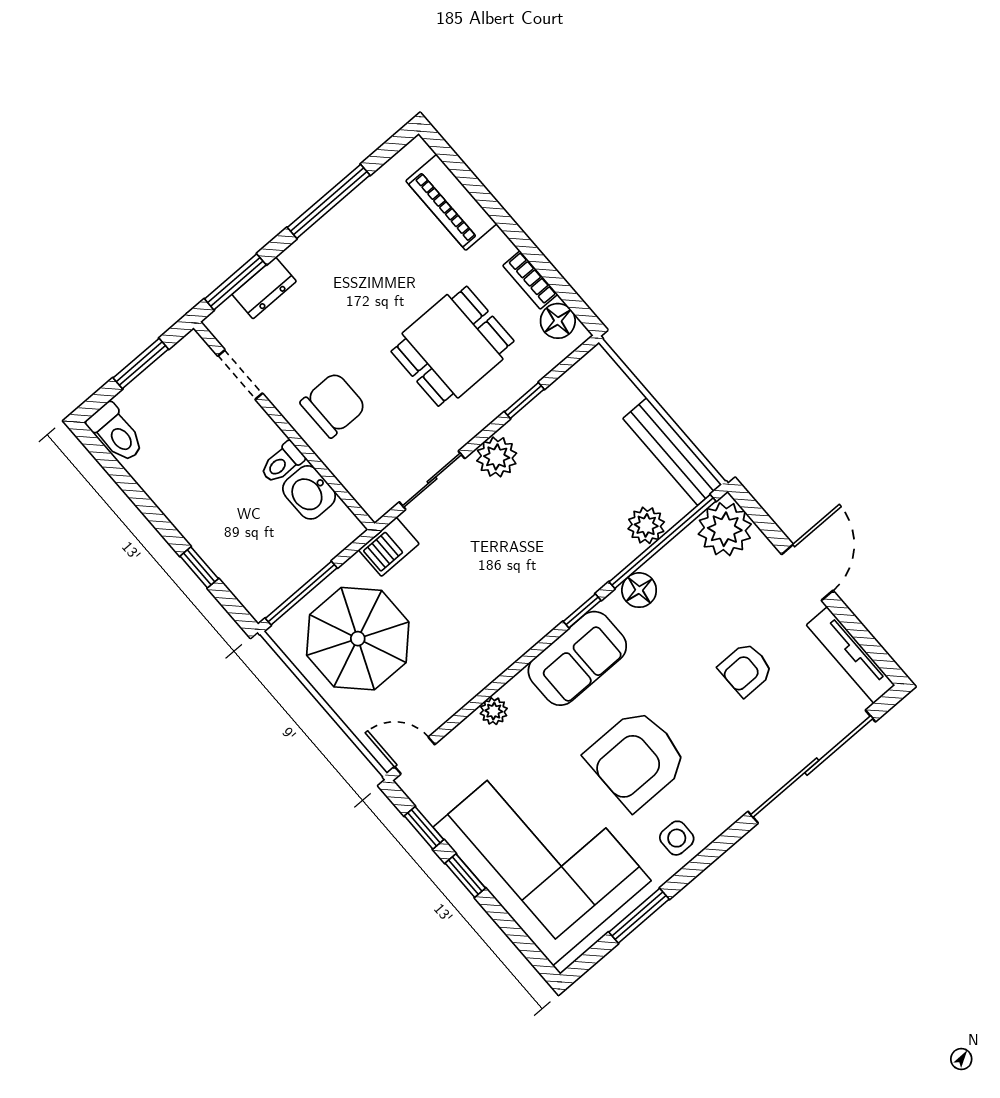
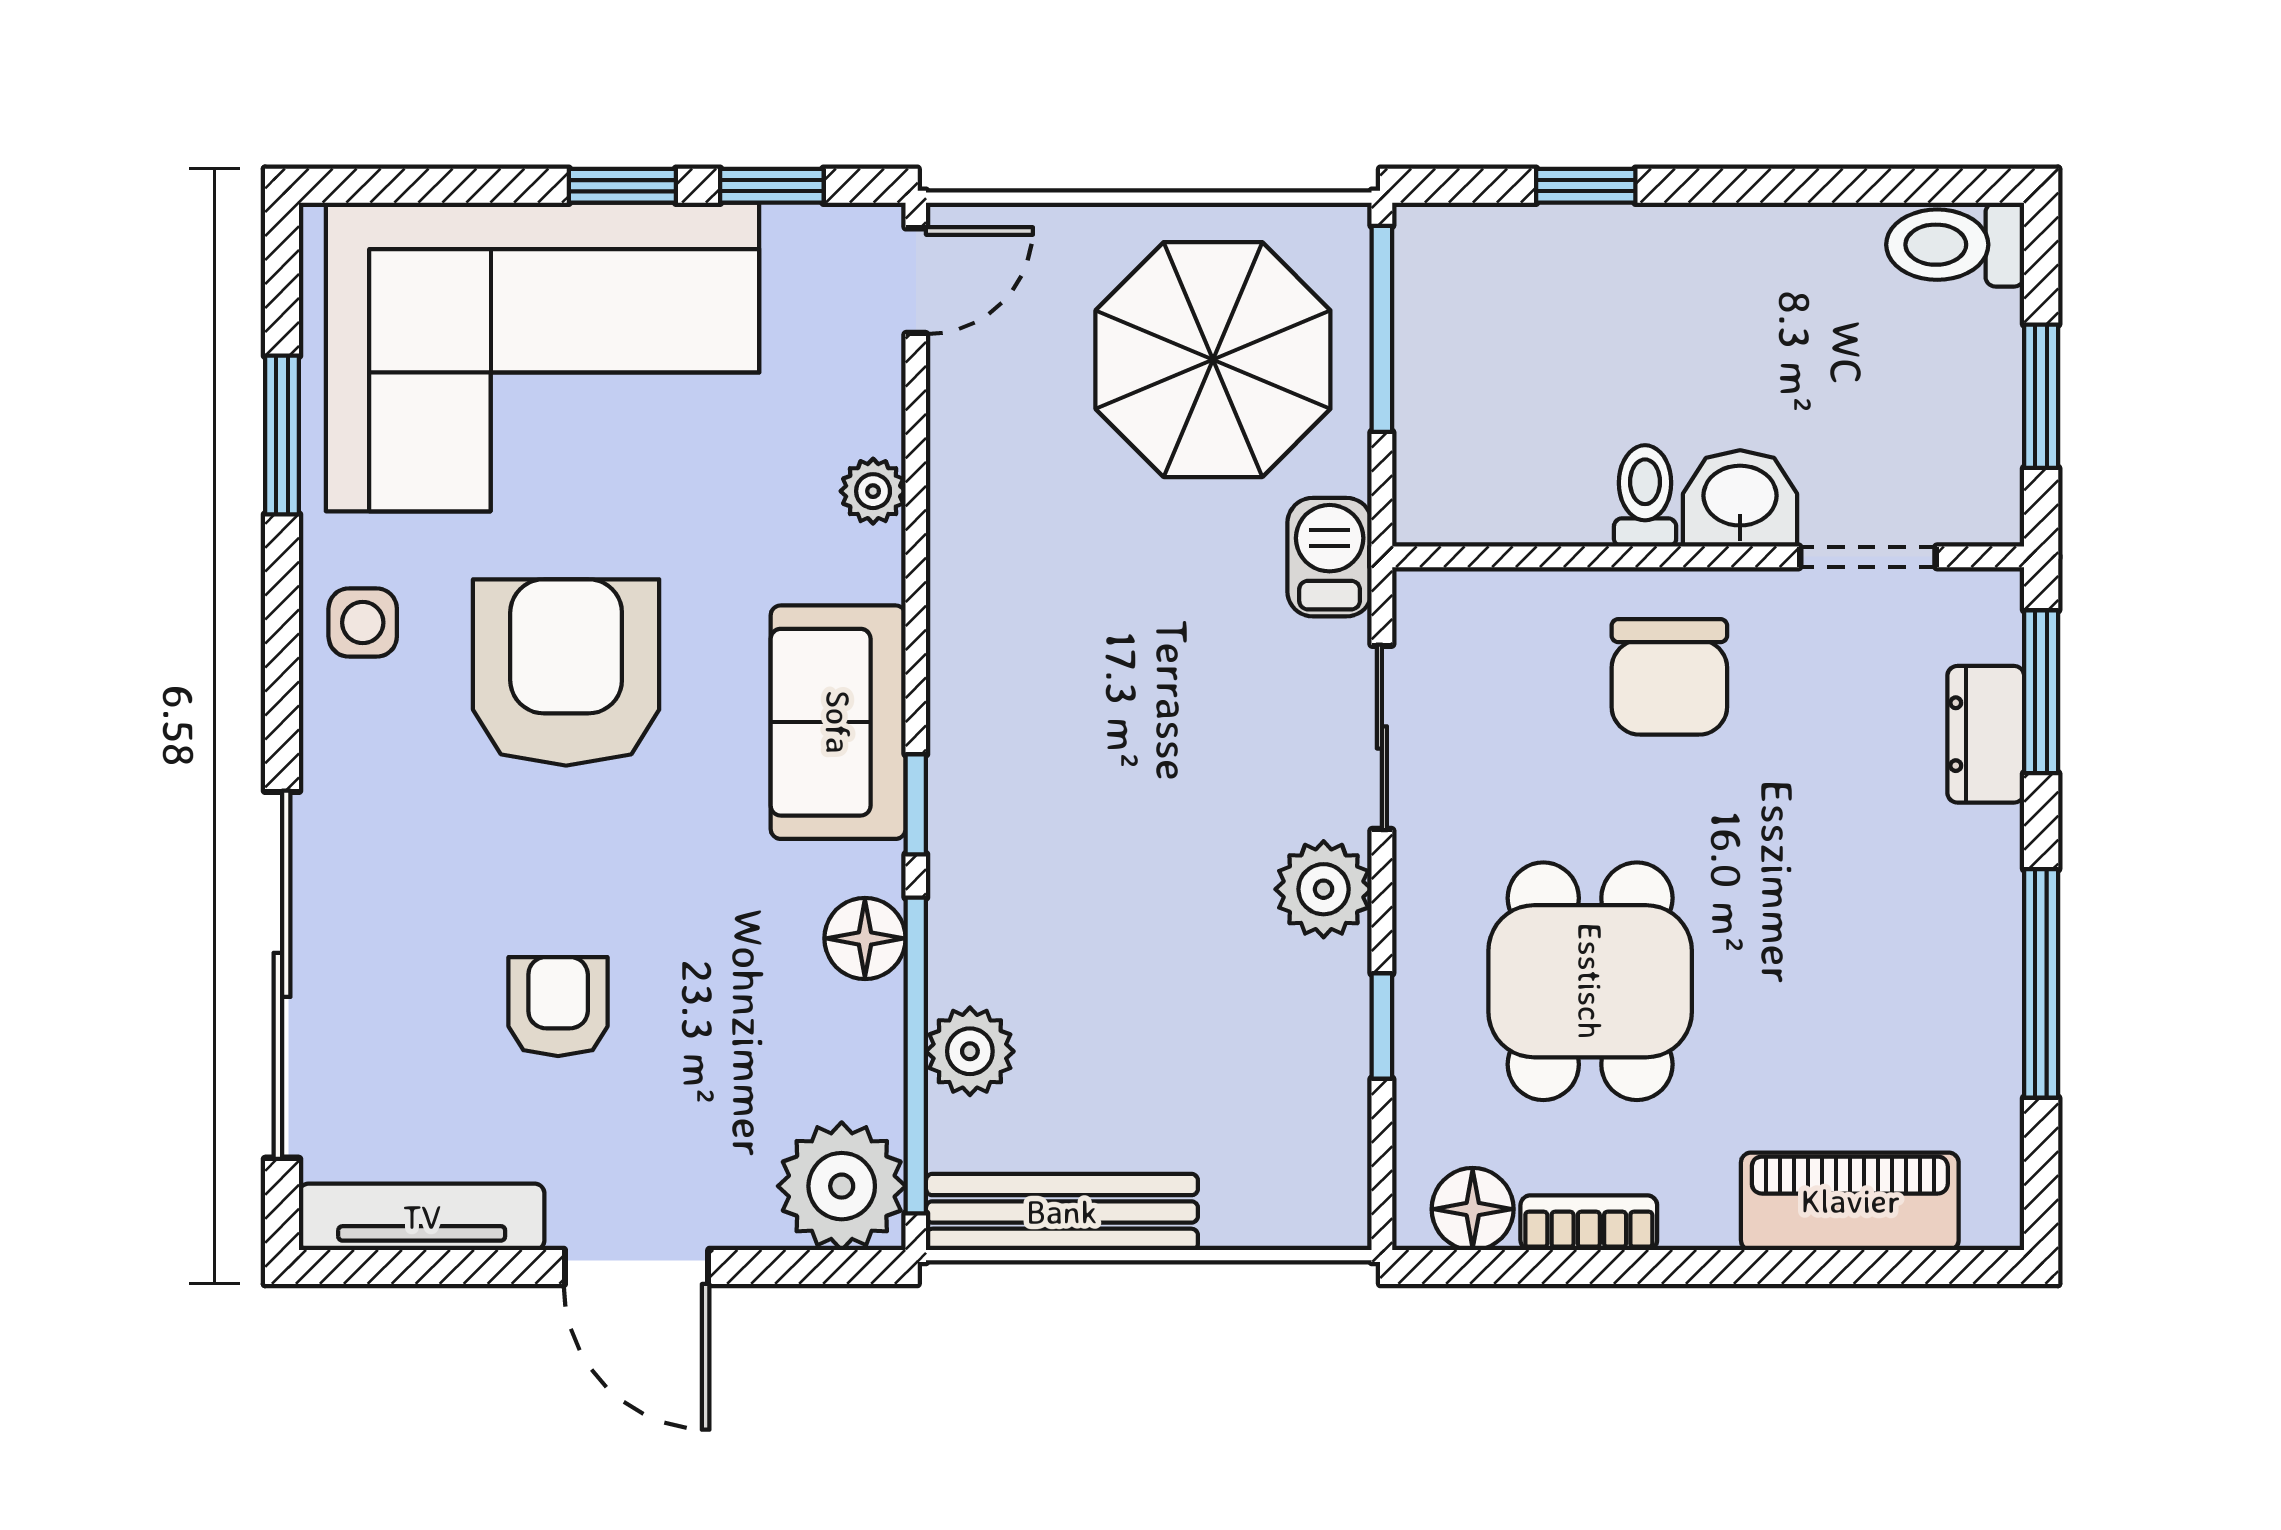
washbasin: (309, 492) -> (1740, 498), moved

